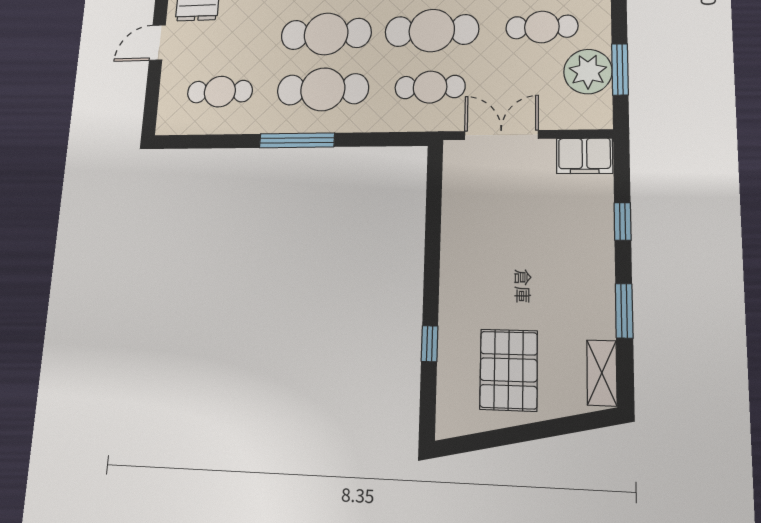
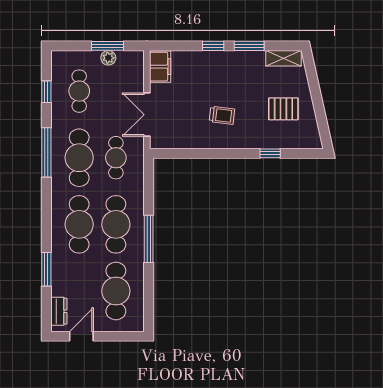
door: (157, 43) -> (81, 336), swing flipped
plant: (588, 72) -> (108, 58), width x0.53, depth x0.53
cafe table: (220, 92) -> (116, 291), width x1.37, depth x1.35
window: (623, 221) -> (213, 46), moved
trolley: (498, 261) -> (222, 115), added
pallet: (509, 370) -> (283, 109), width x0.67, depth x0.71

